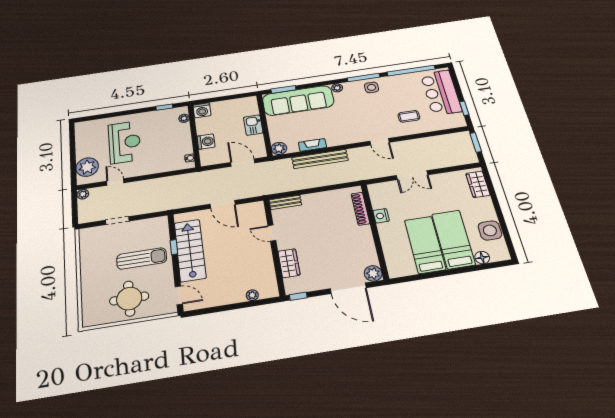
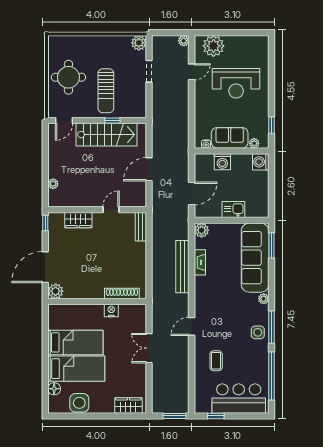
sofa: (181, 139) -> (230, 138), added
plant: (87, 235) -> (139, 43), added

